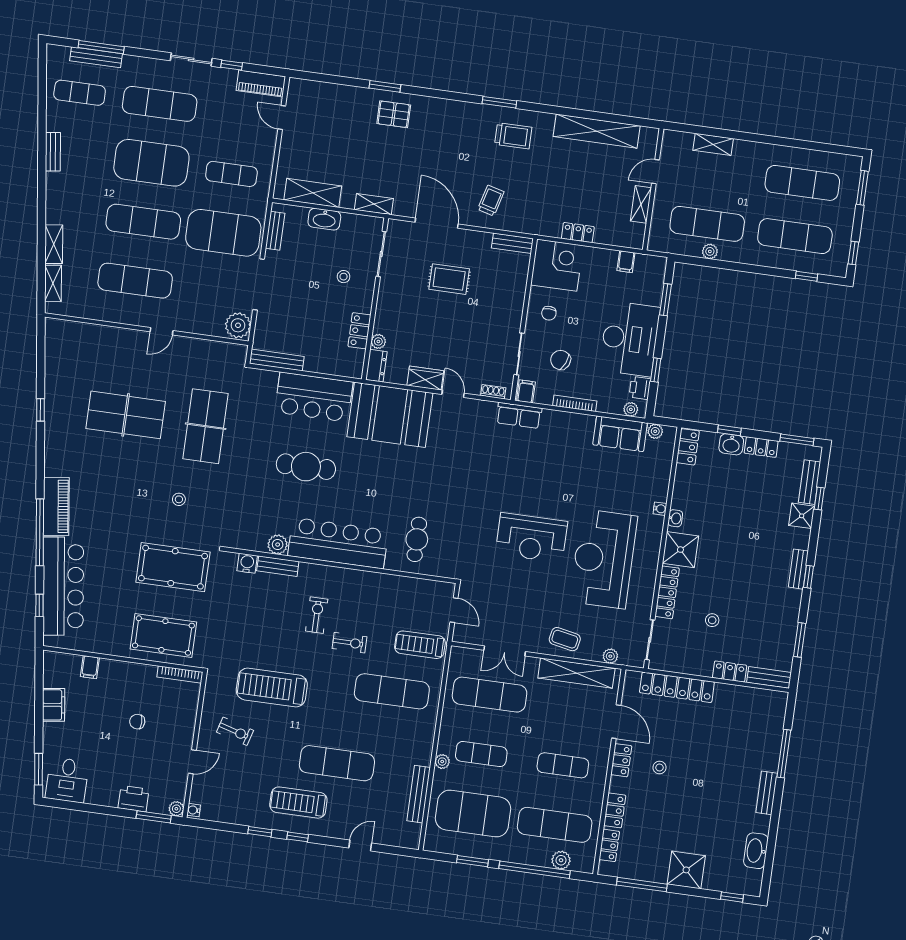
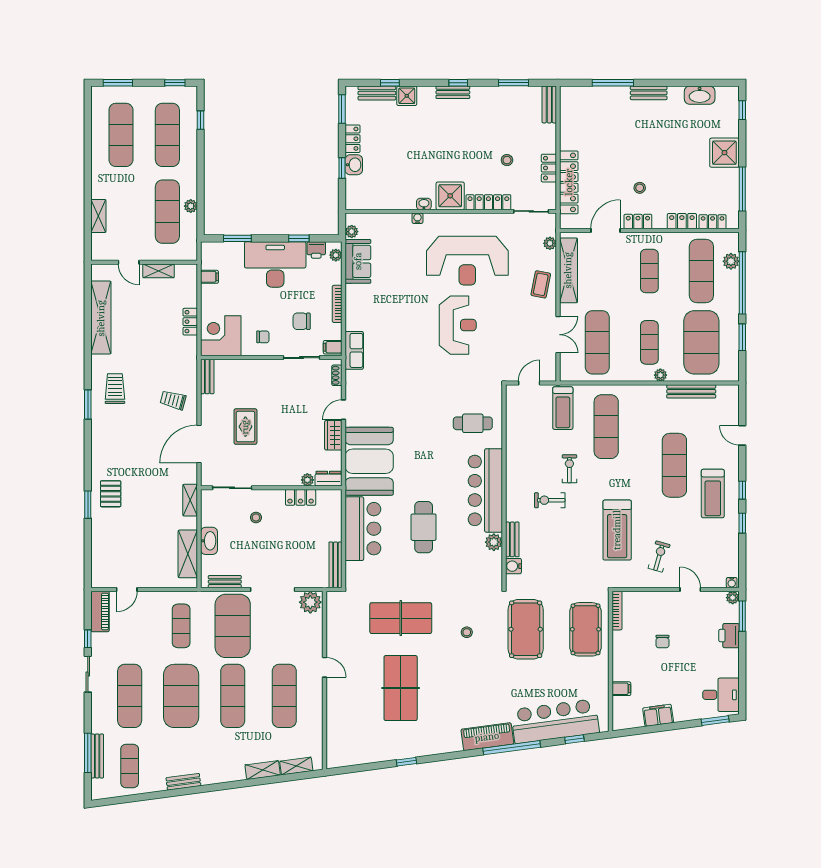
chair: (561, 360) -> (302, 321), turned 66
locker: (688, 447) -> (361, 202), removed
locker: (730, 672) -> (549, 168), moved

